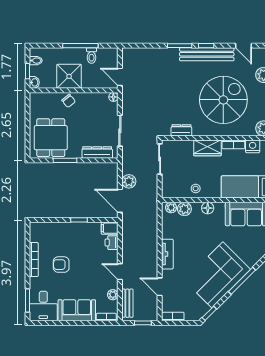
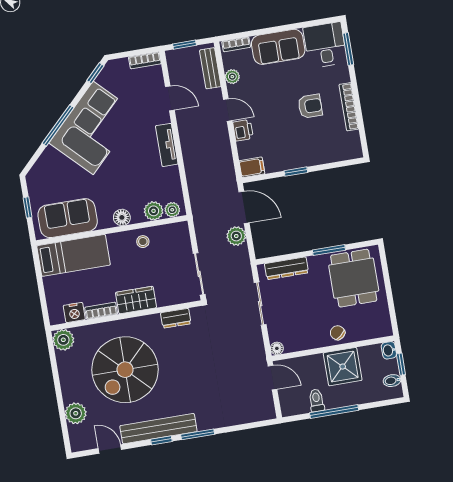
printer: (112, 243) -> (243, 130), moved

